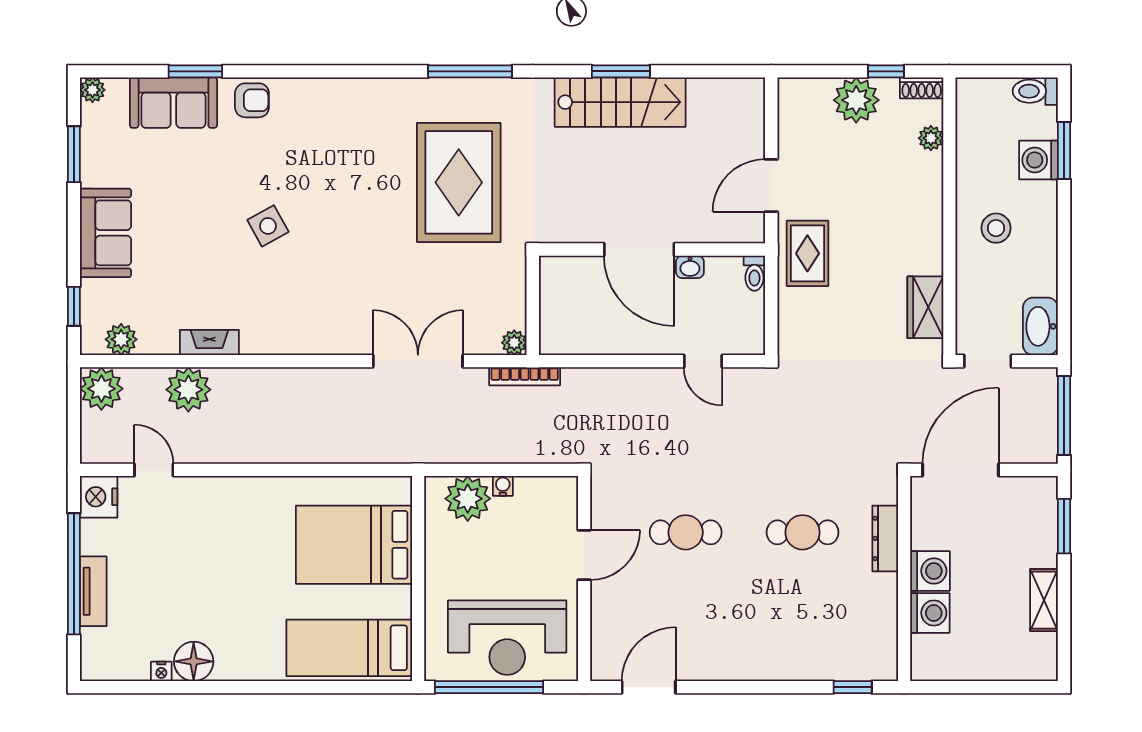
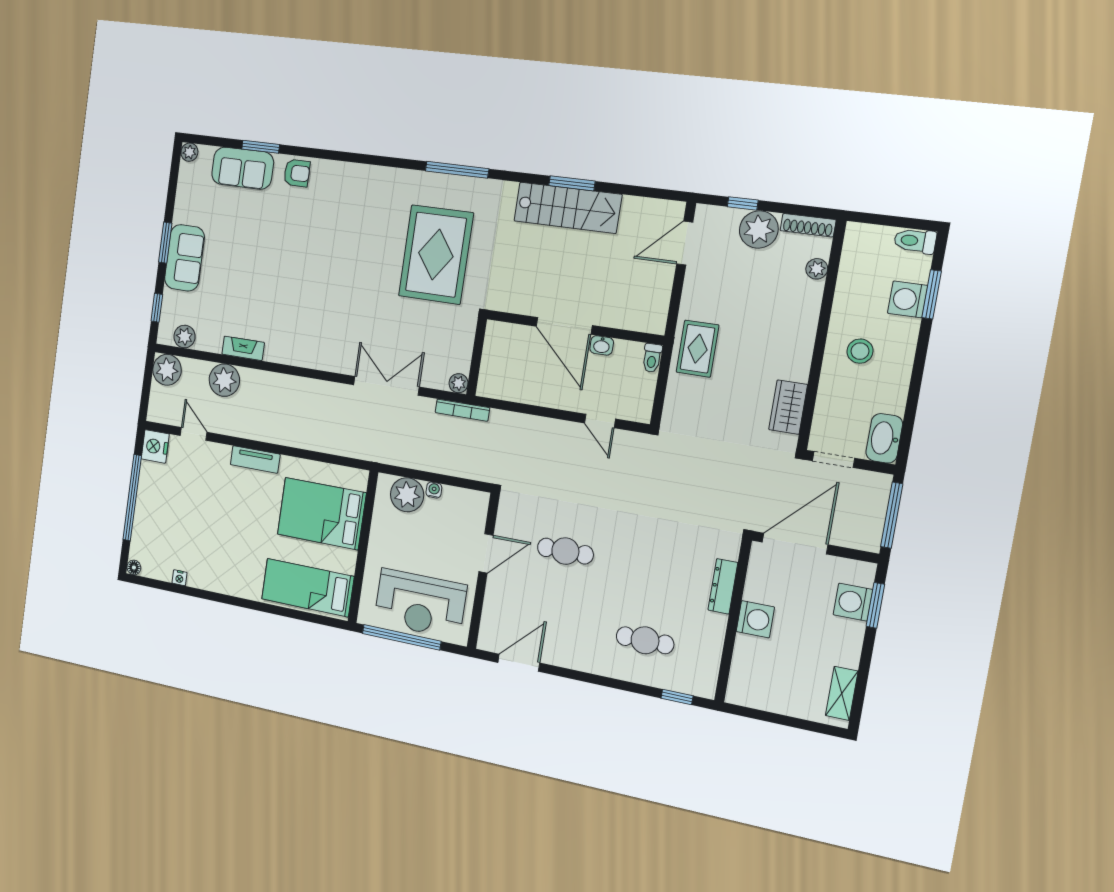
window: (886, 71) -> (743, 203), moved
shoe rack: (922, 88) -> (808, 225), width x1.43
window: (74, 154) -> (165, 243), moved
door: (771, 186) -> (685, 243), moved
side table: (268, 226) -> (295, 269), removed
cafe table: (802, 532) -> (645, 640), moved
tv unit: (93, 591) -> (255, 459), moved, turned 90
shelving: (1044, 600) -> (842, 693), moved
washing machine: (930, 613) -> (853, 602), moved, turned 180
floor lamp: (194, 661) -> (134, 567), moved, width x0.53, depth x0.53

